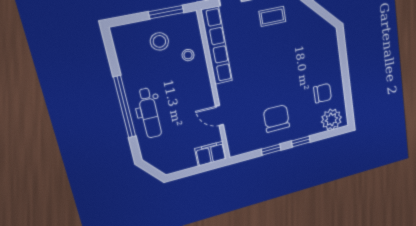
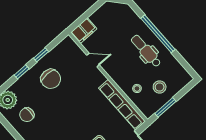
dental chair: (149, 113) -> (146, 51), moved

